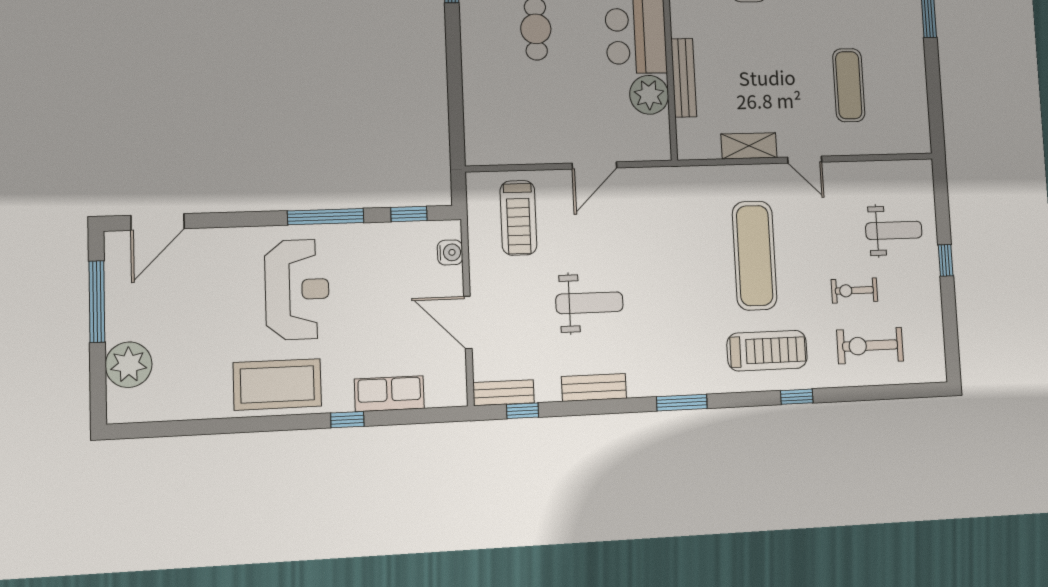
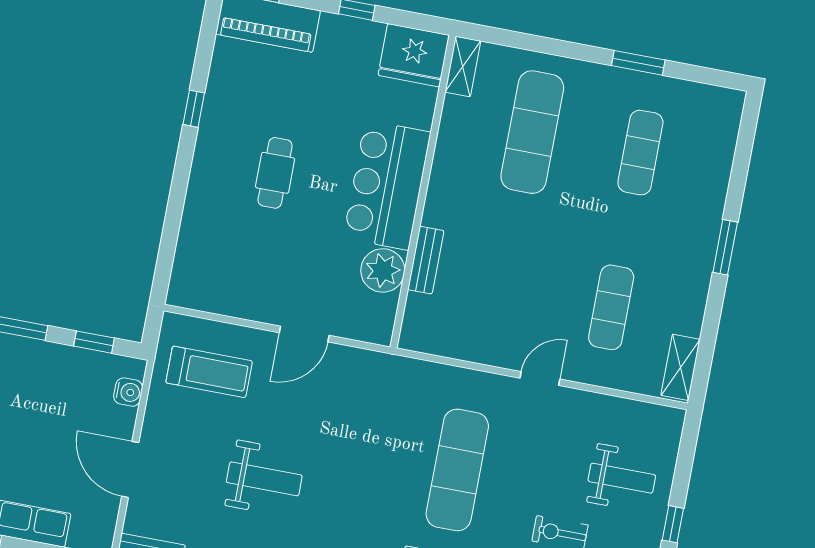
bench: (684, 78) -> (426, 260), width x0.73
shelving: (749, 146) -> (680, 367), moved, turned 90
door: (805, 160) -> (540, 379), swing flipped
treadmill: (518, 218) -> (209, 372), turned -90

